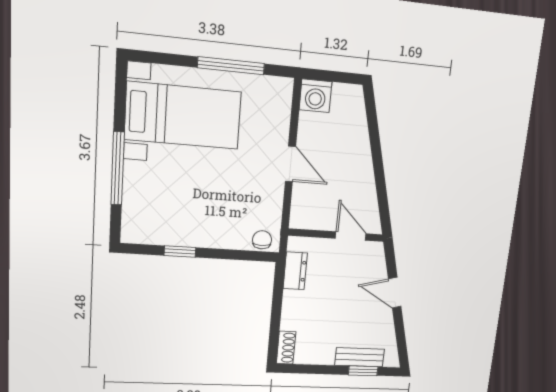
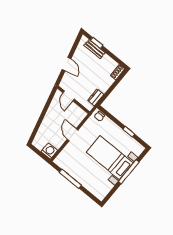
bed with nightstands: (183, 116) -> (110, 158), moved

